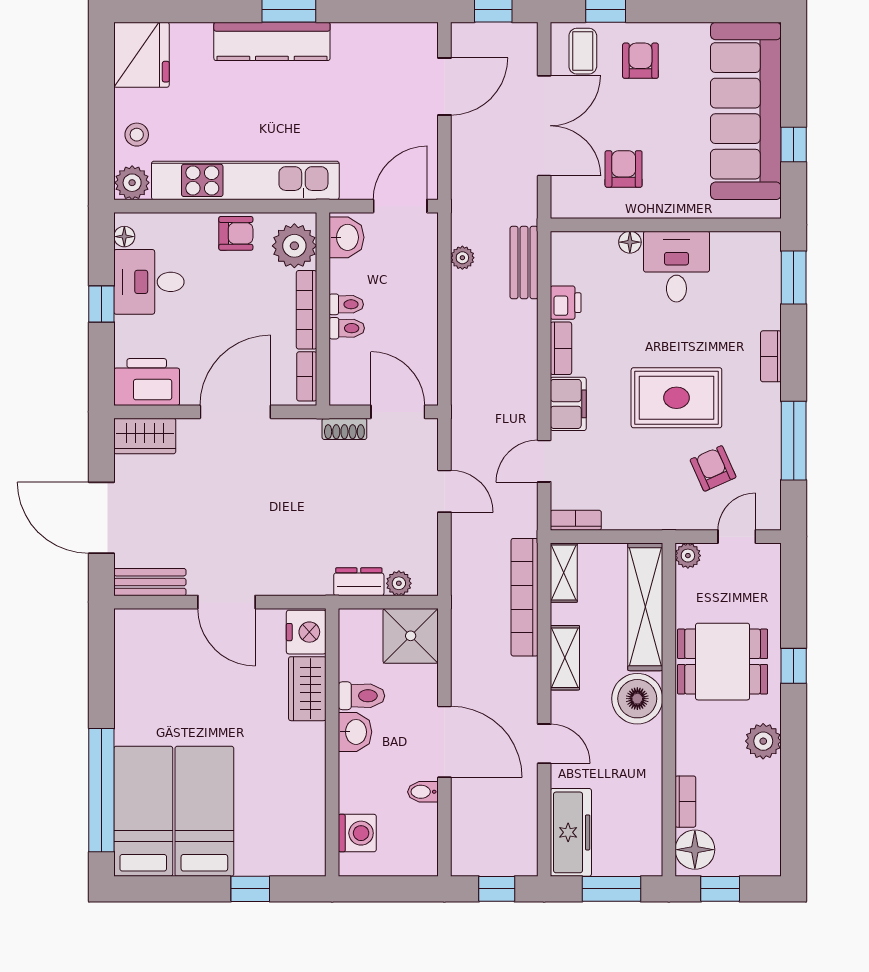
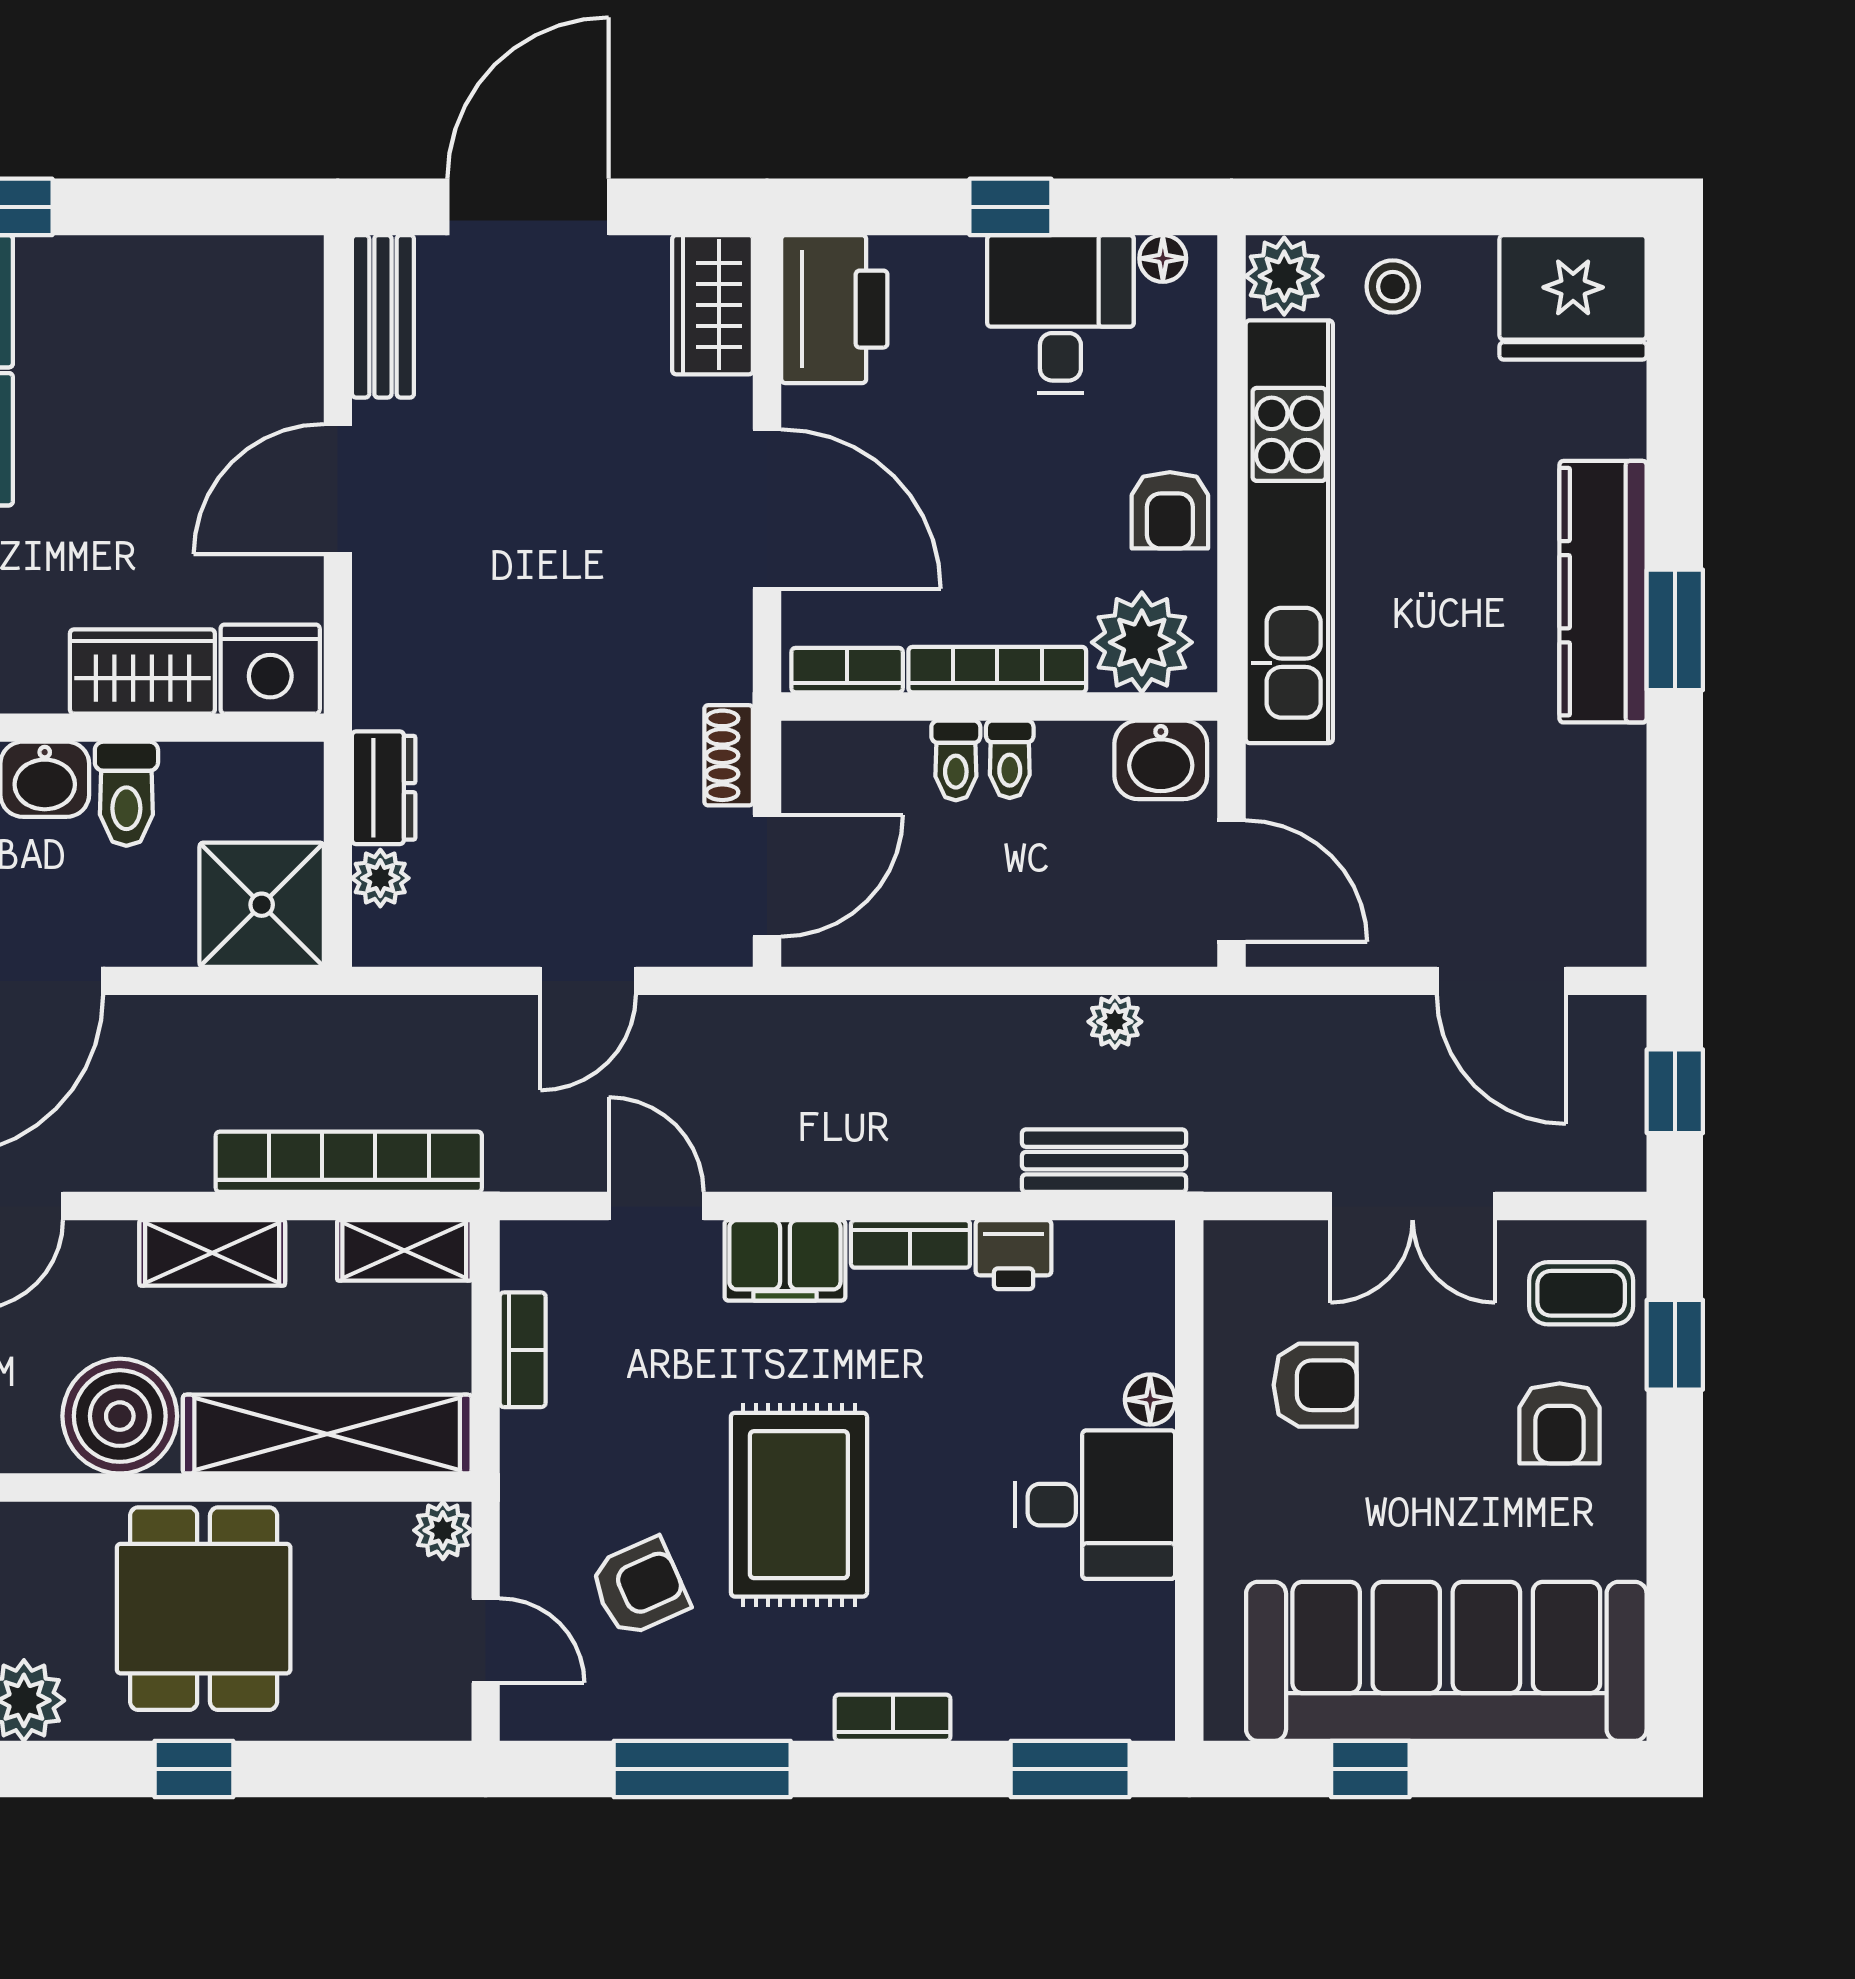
armchair: (640, 61) -> (1560, 1423), turned 90
double door: (544, 126) -> (1413, 1206), width x0.73
bookcase: (576, 520) -> (523, 1350), moved

